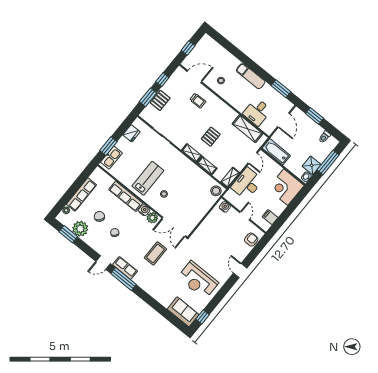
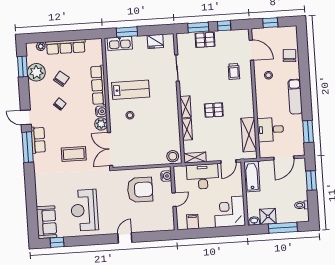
chair: (221, 55) -> (289, 56), added
armchair: (251, 240) -> (140, 190), moved, width x1.88, depth x1.88

